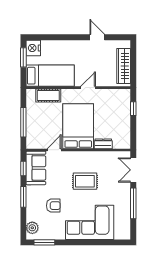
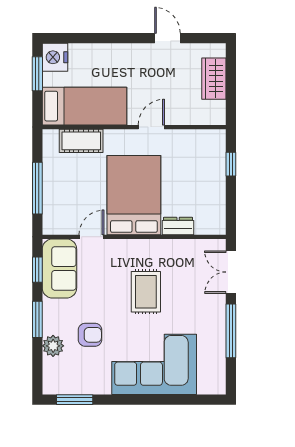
wardrobe: (124, 66) -> (214, 79), width x0.67
rug: (85, 181) -> (146, 292), turned 90
plant: (32, 228) -> (53, 346), moved

